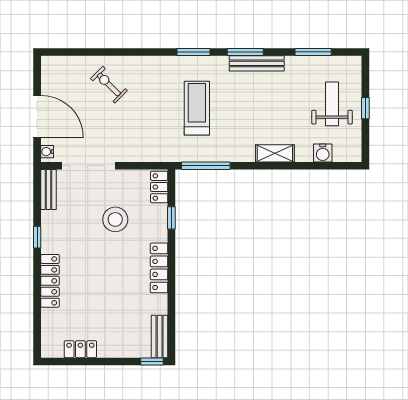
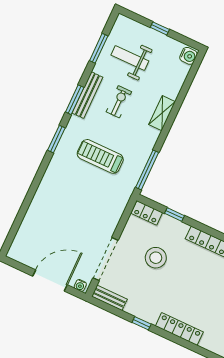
exercise bike: (109, 85) -> (119, 102), moved, turned 135
weight bench: (332, 104) -> (130, 58), moved
water cooler: (323, 153) -> (188, 56), moved

